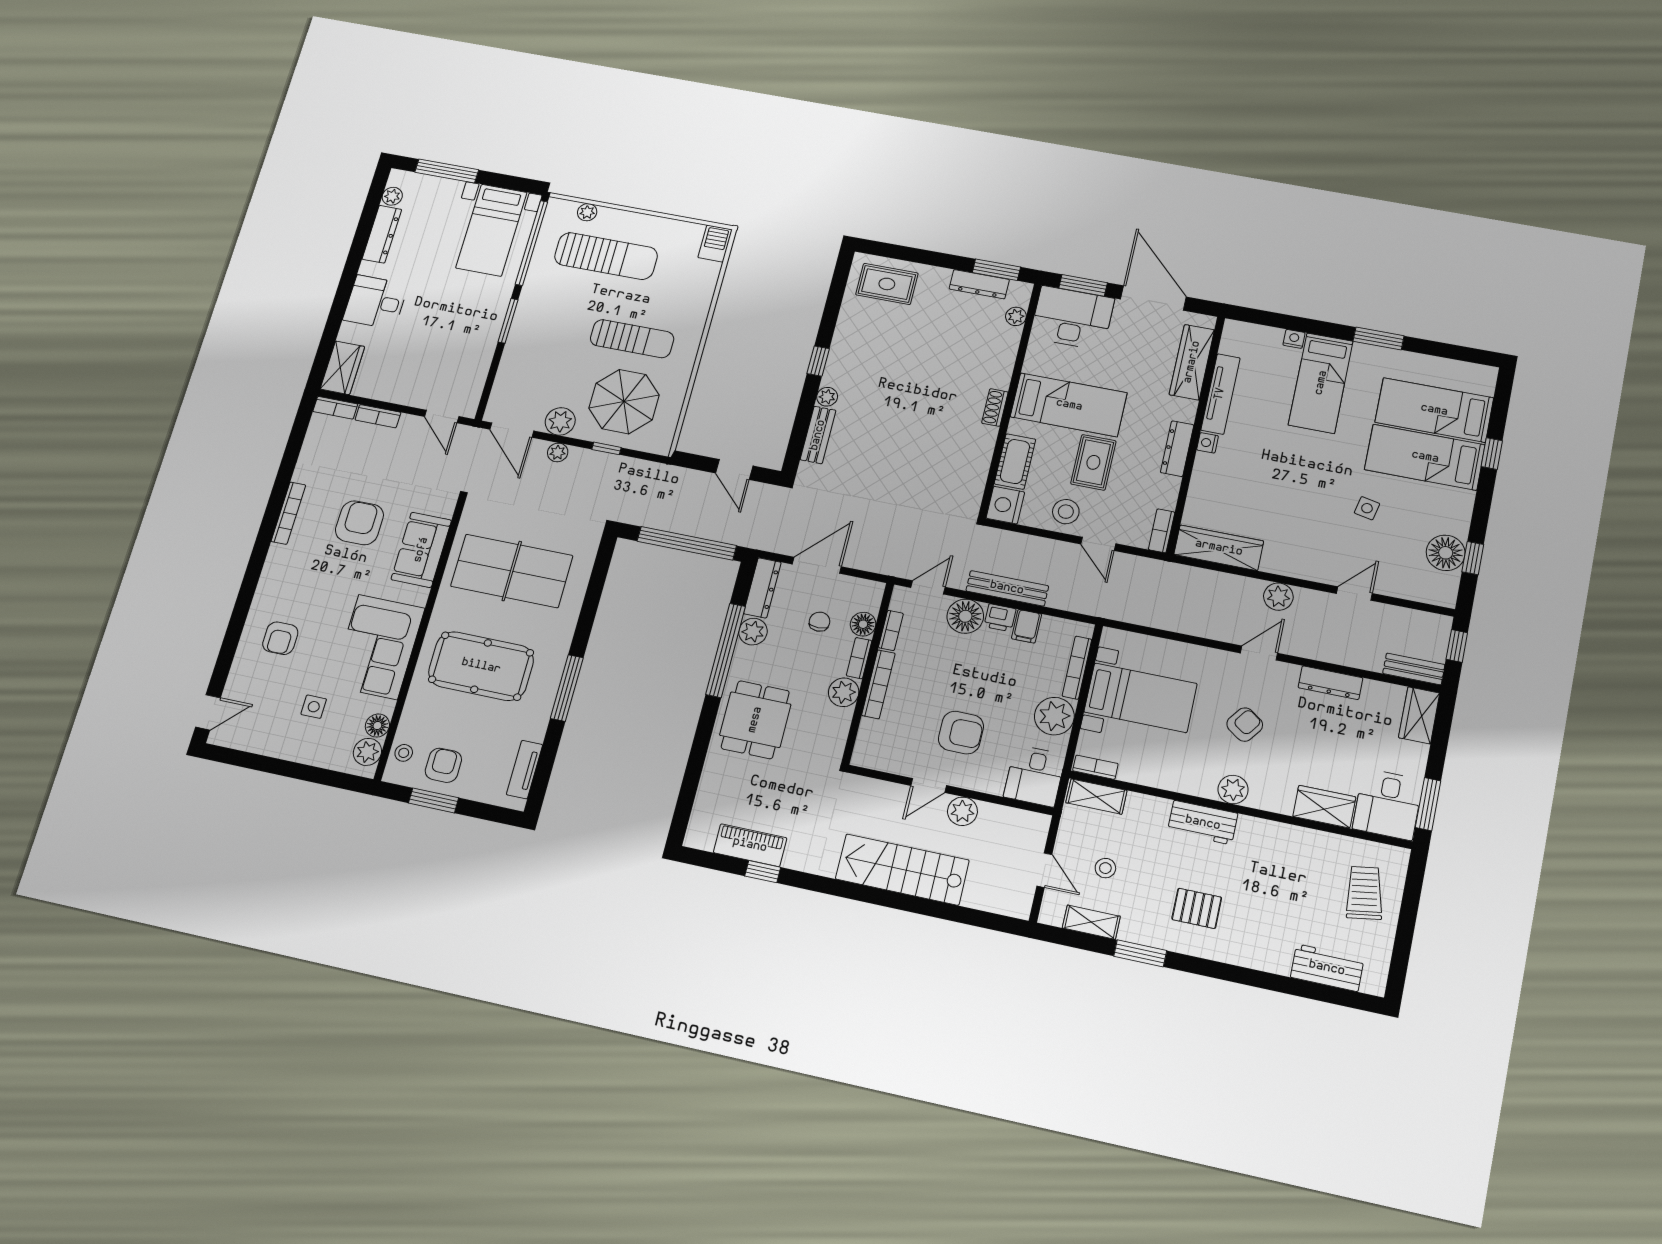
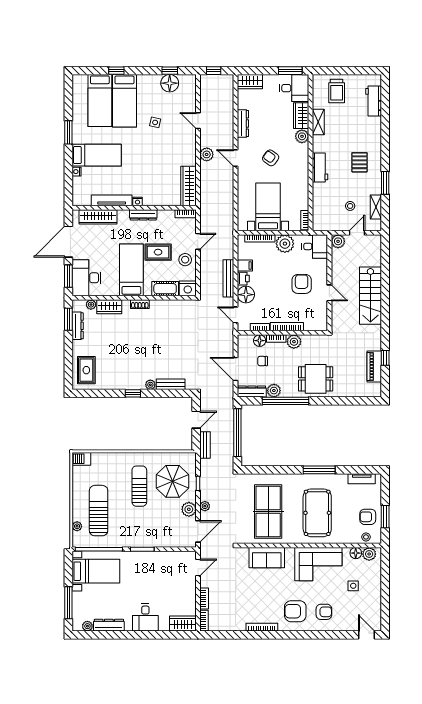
wardrobe: (1003, 350) -> (109, 307), added
armchair: (359, 523) -> (295, 611), moved
bench: (1414, 669) -> (205, 445), moved
plant: (1233, 790) -> (302, 136), moved
shelving: (1096, 797) -> (318, 122), moved
plant: (962, 811) -> (338, 241), moved
trolley: (1364, 893) -> (337, 91), turned -81

